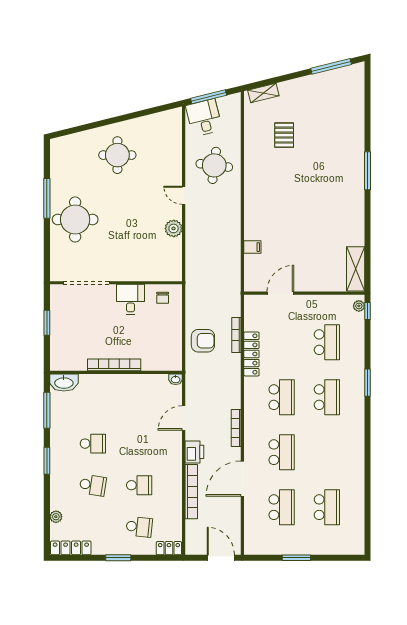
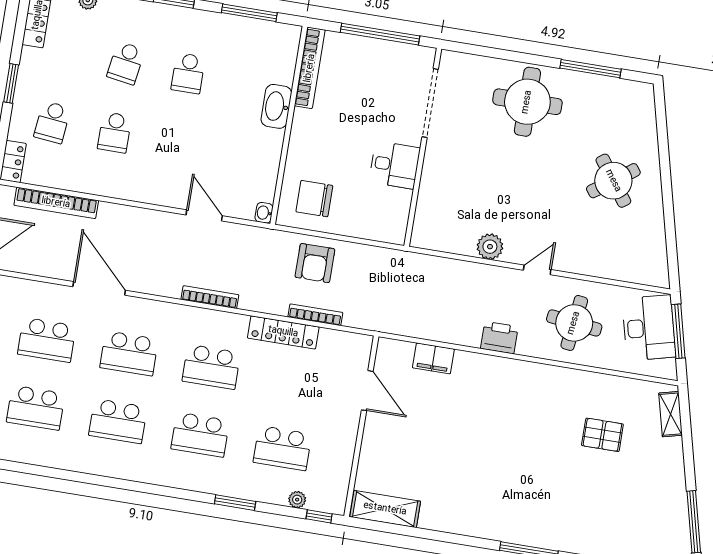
desk: (204, 118) -> (649, 328), width x1.37
round table: (117, 155) -> (613, 181), turned -36
window: (47, 198) -> (590, 69), moved
filing cabinet: (252, 247) -> (433, 358), width x2.00
chair: (163, 298) -> (314, 199), moved, width x1.87, depth x1.87
plant: (359, 306) -> (297, 500), moved
window: (47, 323) -> (380, 34), width x2.11
bookcase: (114, 365) -> (310, 68), moved
washbasin: (64, 383) -> (276, 106), moved
window: (367, 383) -> (235, 503), moved
bookcase: (236, 428) -> (210, 297), moved
printer: (194, 452) -> (499, 338), moved, turned 180
school desk: (327, 452) -> (118, 421), added
bookcase: (191, 492) -> (56, 203), moved

